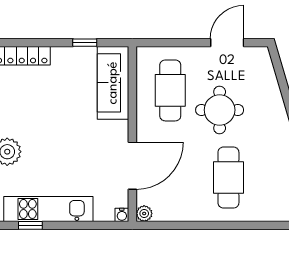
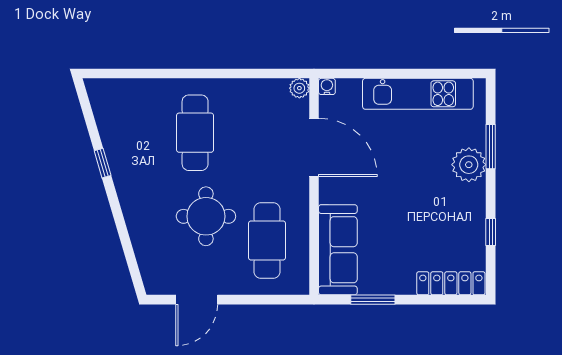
window: (85, 43) -> (373, 300), width x1.50
door: (132, 166) -> (314, 147), swing flipped
window: (30, 225) -> (440, 74), removed

